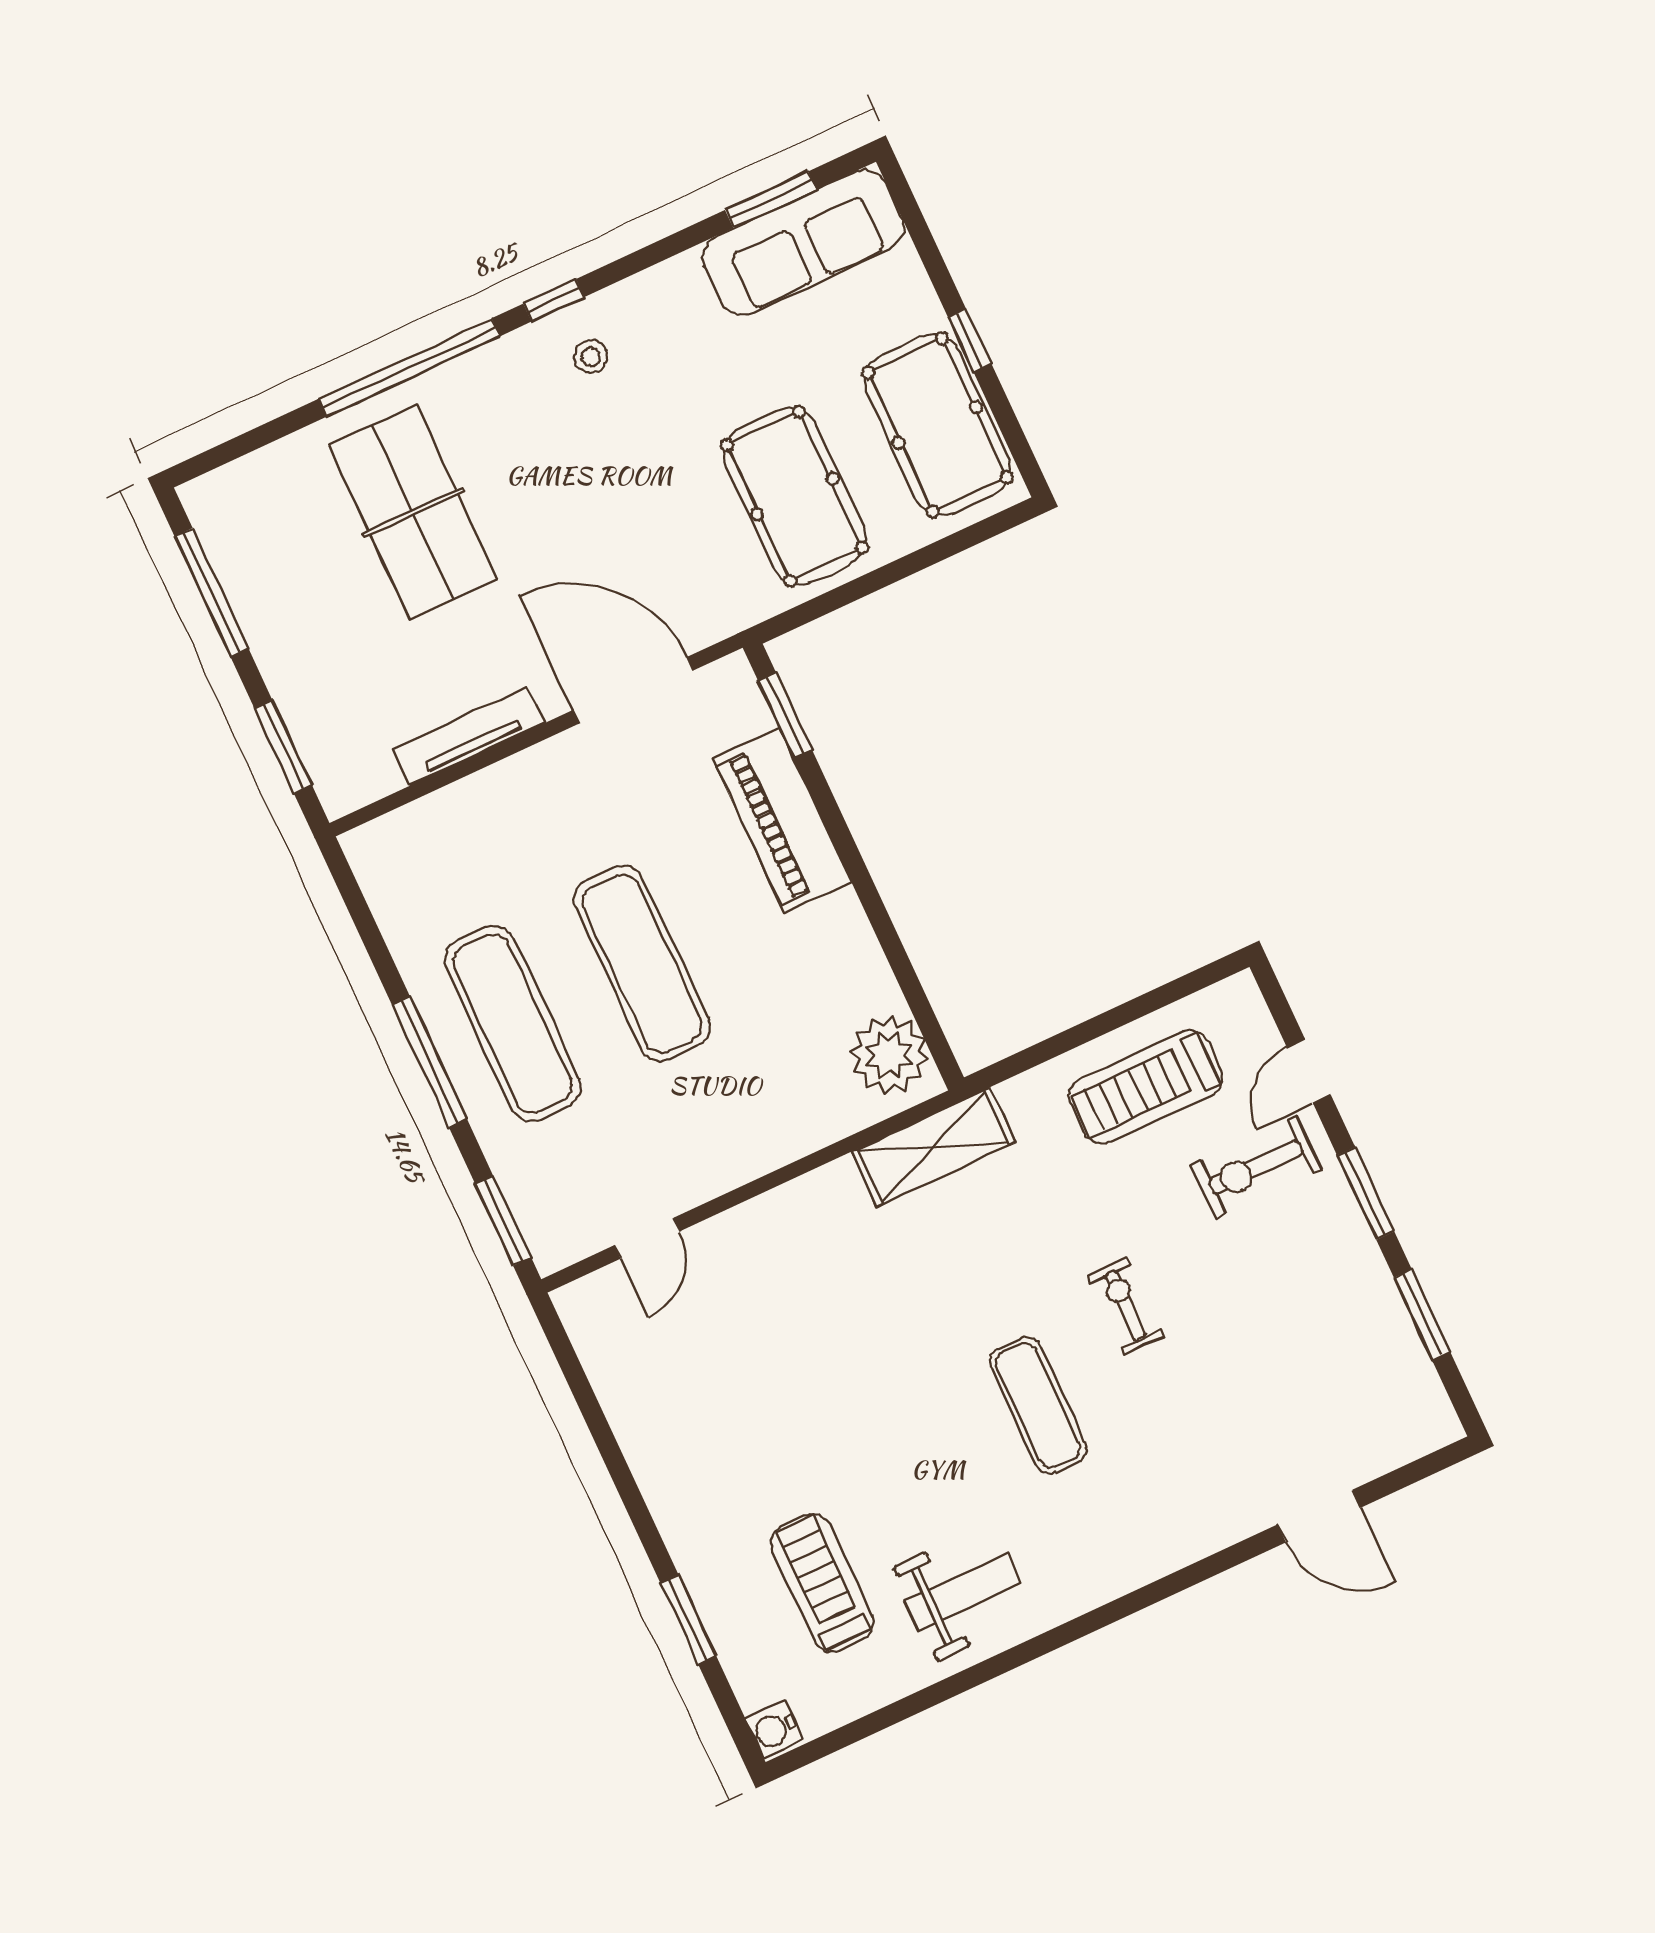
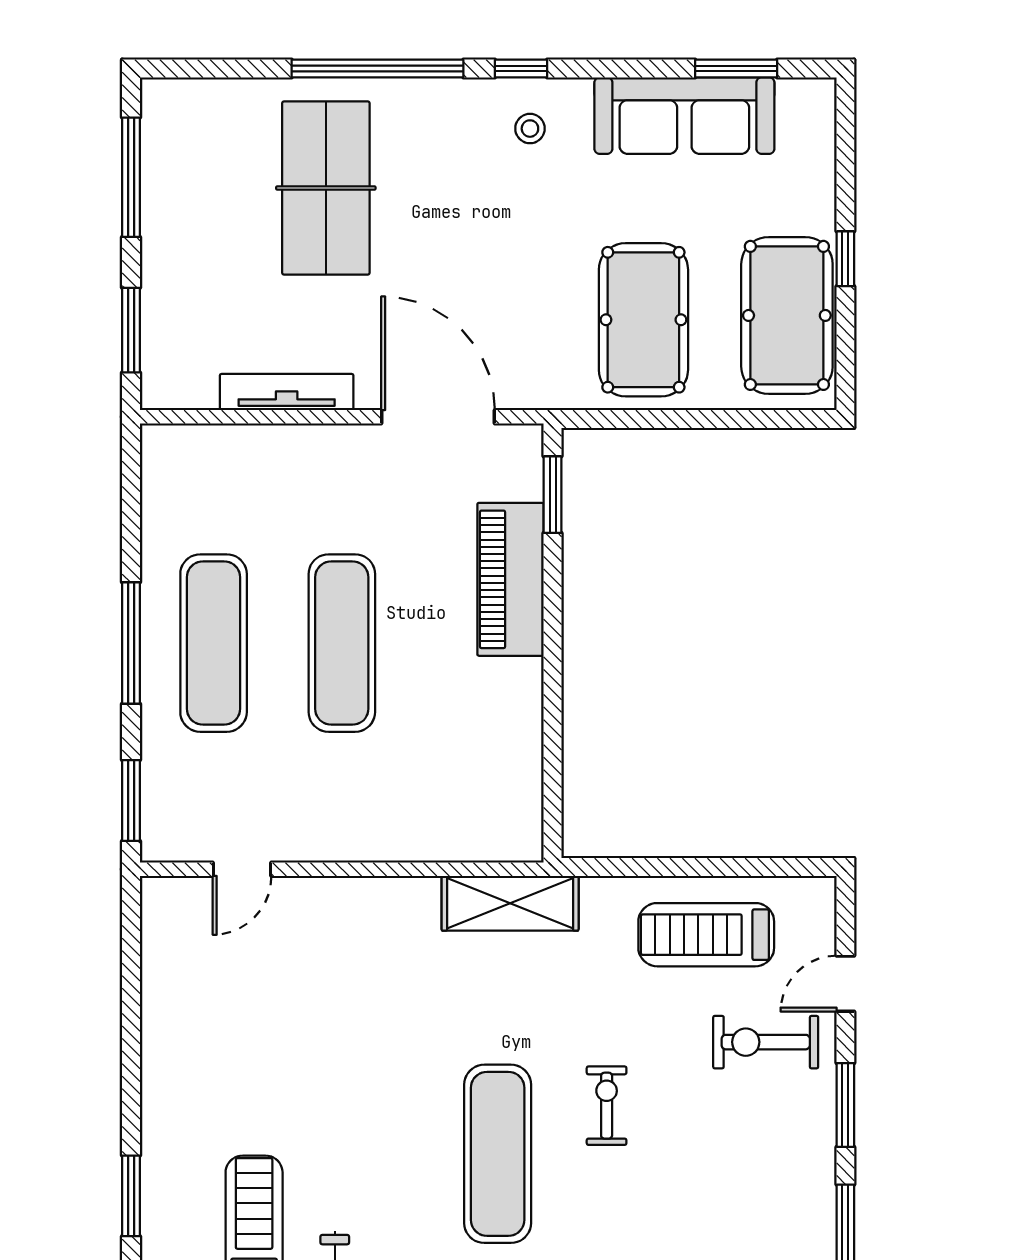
sofa: (803, 242) -> (684, 116), moved
plant: (889, 1055) -> (509, 811), removed
exercise mat: (1038, 1405) -> (498, 1154), width x1.36, depth x1.45

